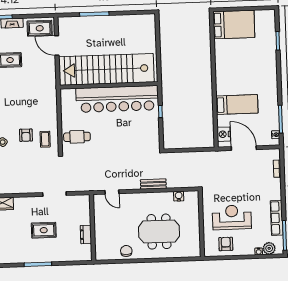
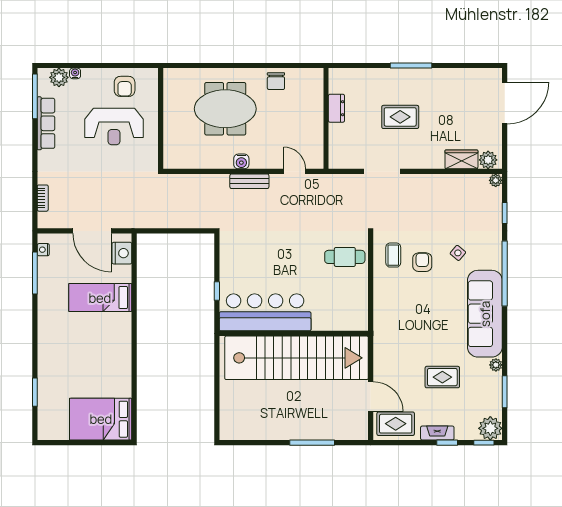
bar counter: (117, 99) -> (265, 312), width x0.73
bench: (153, 184) -> (249, 181), moved
water cooler: (179, 196) -> (241, 161), moved

